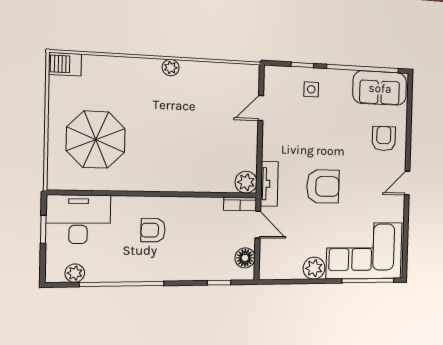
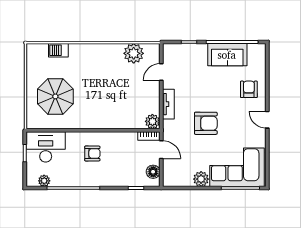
barbecue: (65, 64) -> (58, 50), moved
plant: (171, 68) -> (134, 53), moved, width x1.88, depth x1.88
sofa: (380, 88) -> (227, 55), moved
side table: (311, 89) -> (196, 58), removed
door: (407, 183) -> (267, 120), hinge flipped
tv unit: (269, 184) -> (168, 104), moved
armchair: (153, 230) -> (92, 153), turned 180

